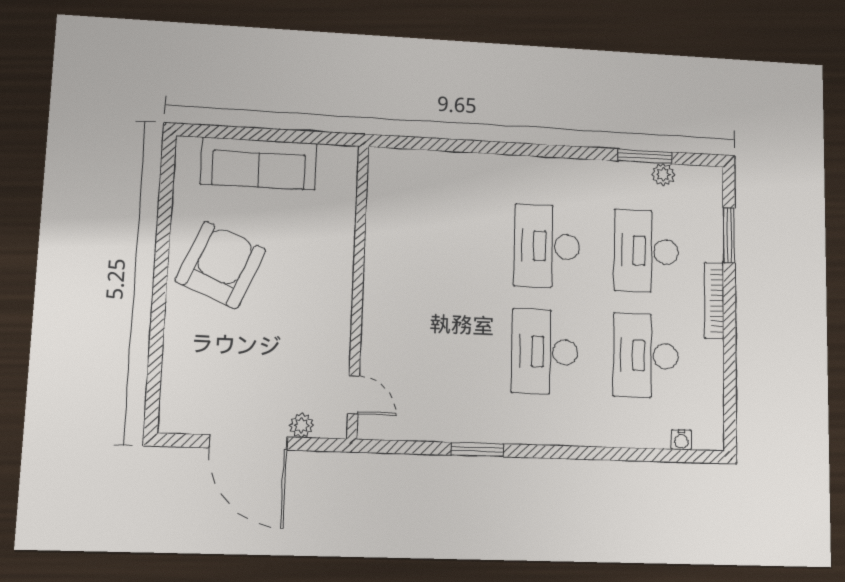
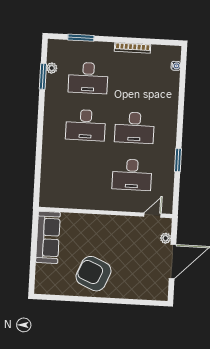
sofa: (259, 164) -> (48, 237), moved
bookcase: (714, 301) -> (133, 48), moved
desk: (646, 356) -> (132, 175), moved

